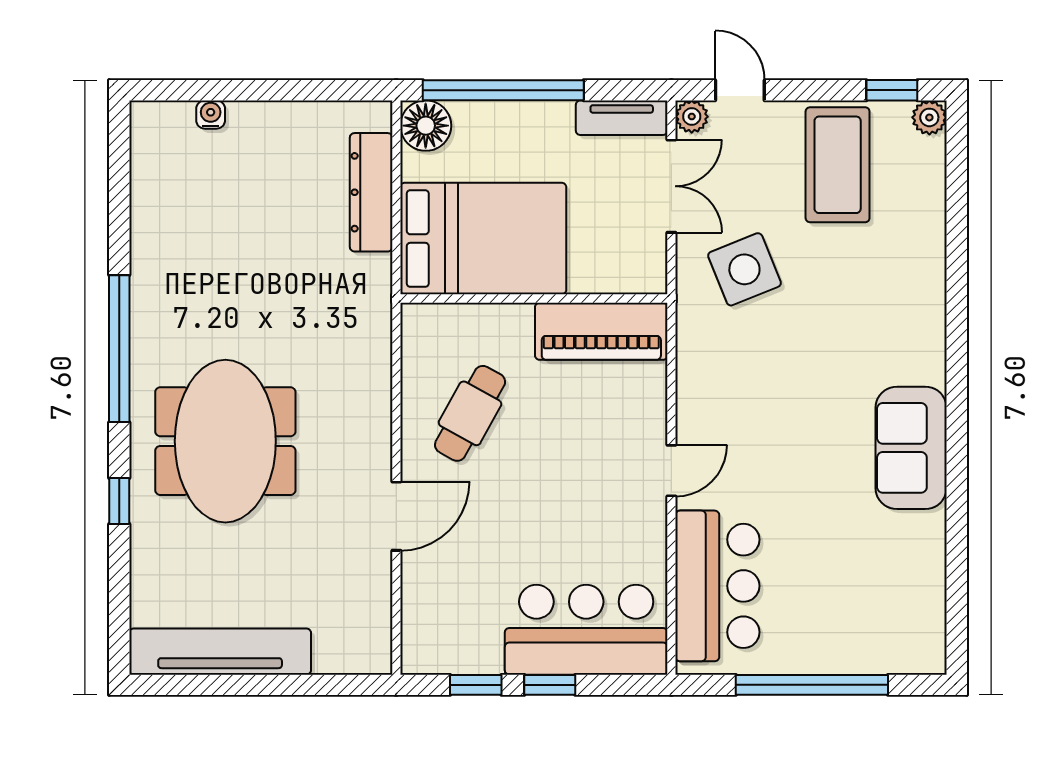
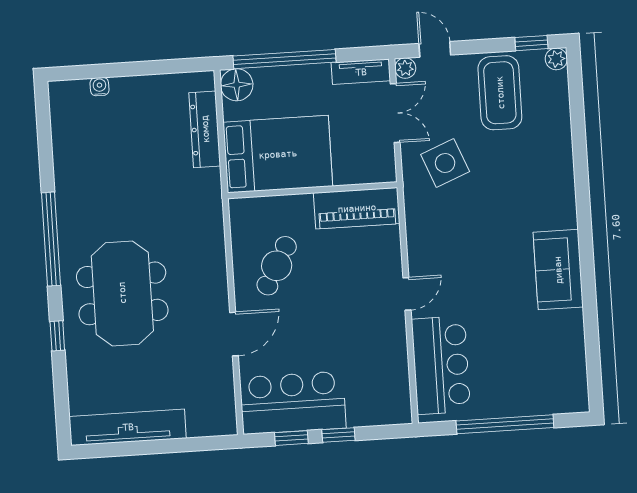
bar counter: (586, 630) -> (293, 403), moved

